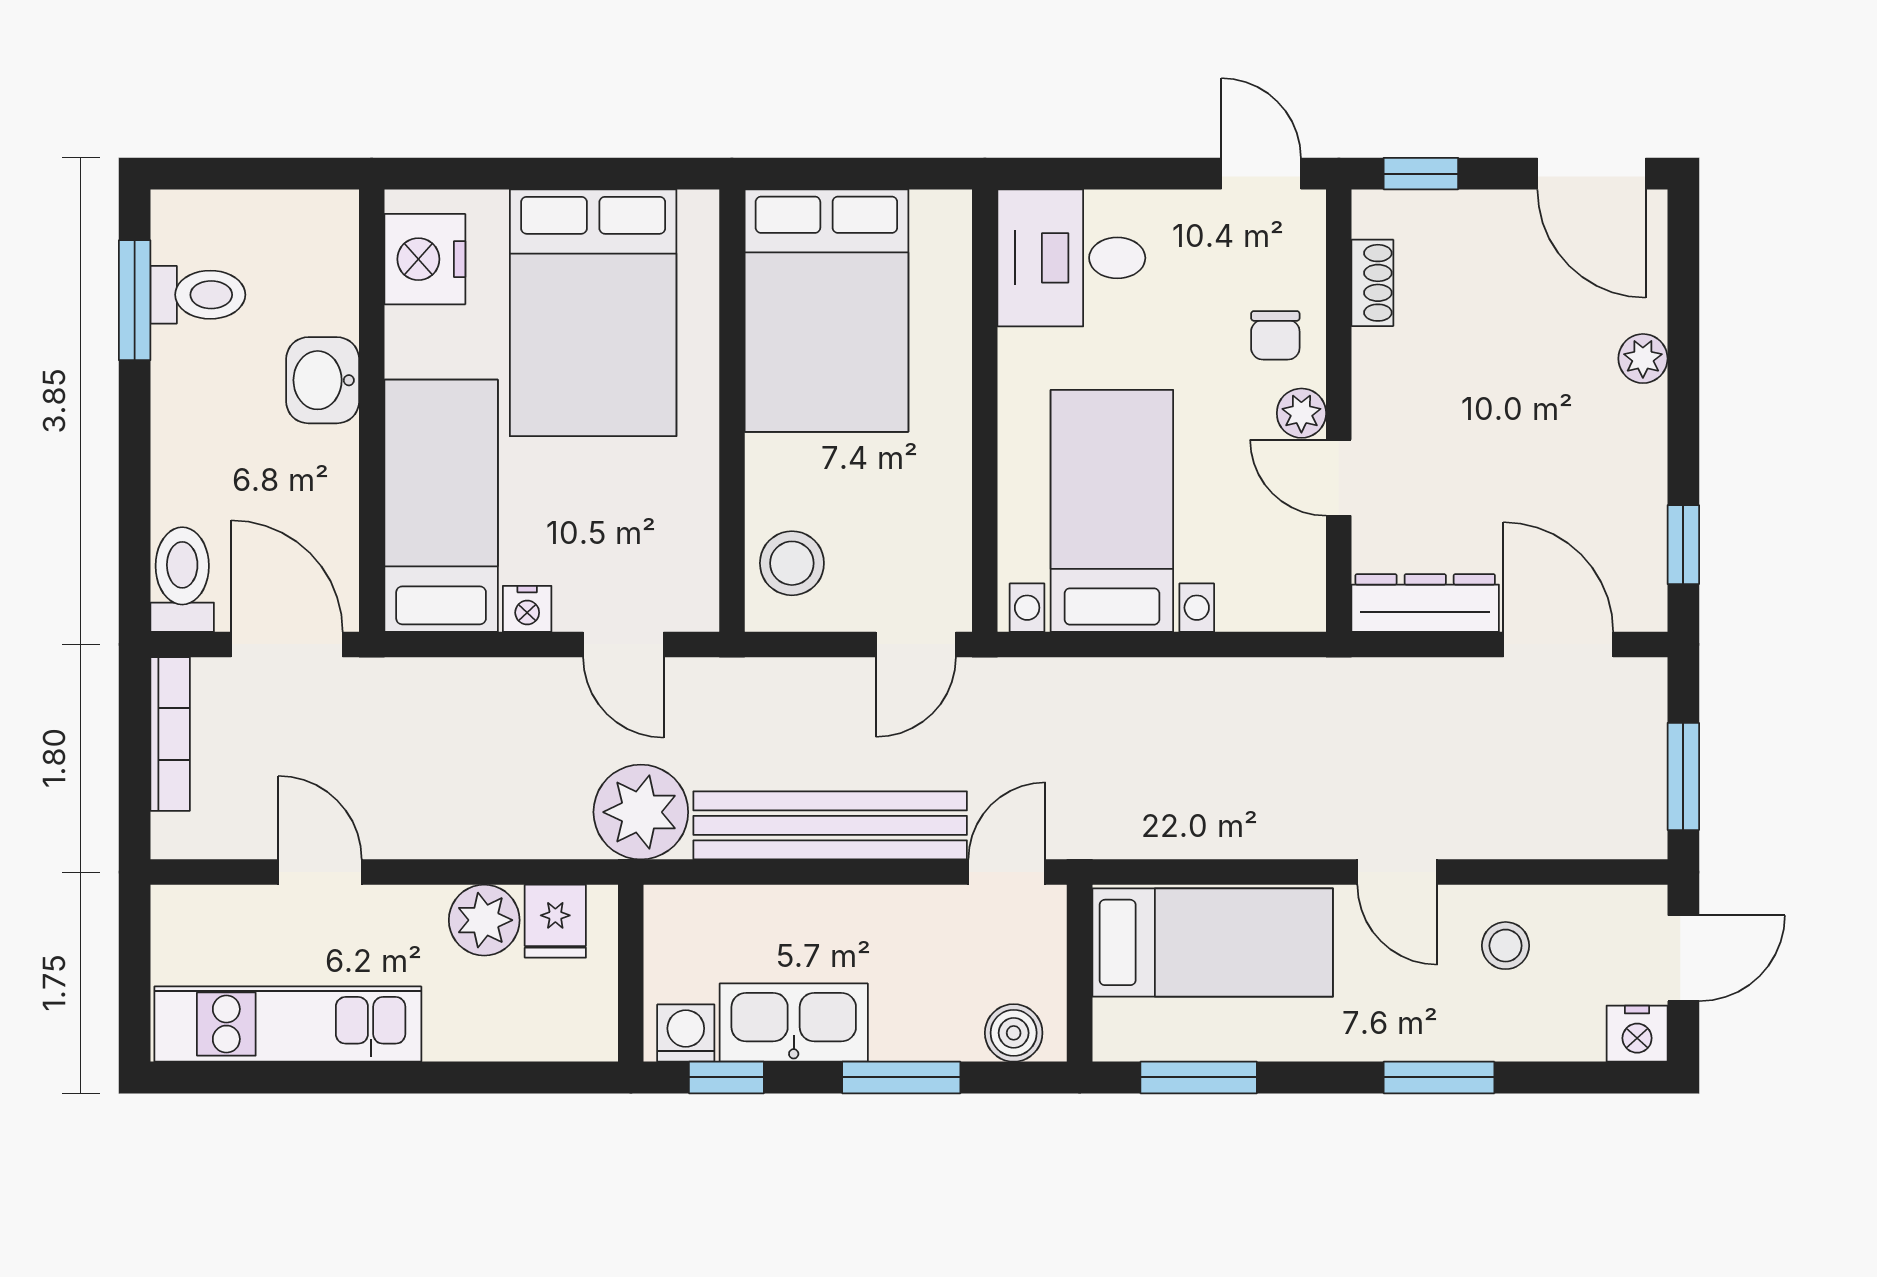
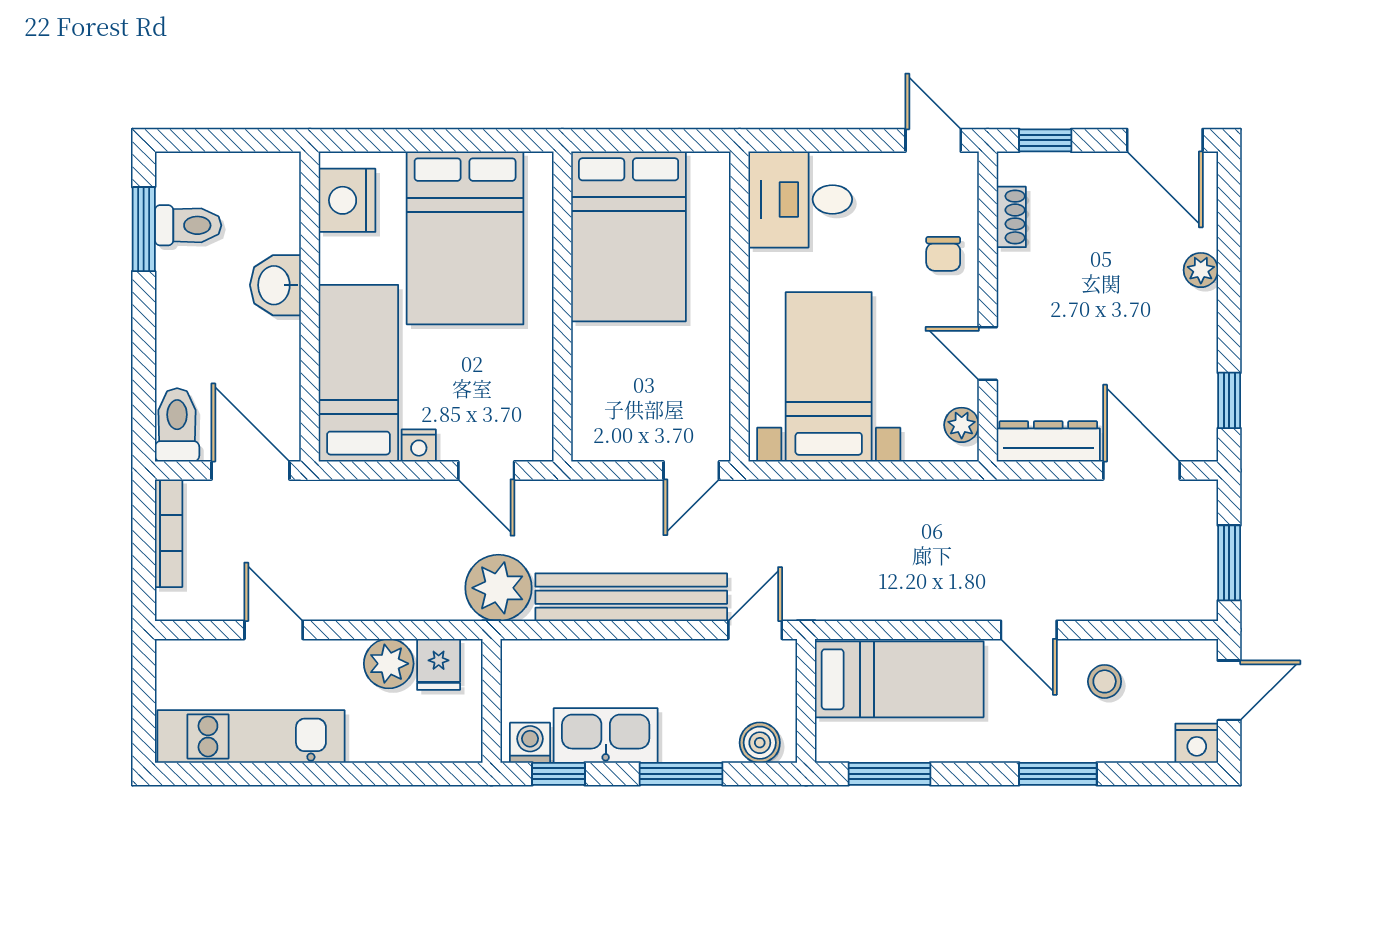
plant: (1301, 413) -> (962, 425), moved
stool: (792, 563) -> (604, 413), removed

